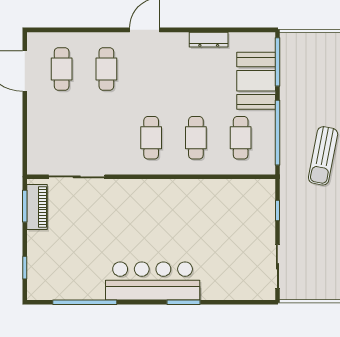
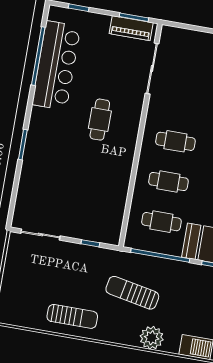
cafe table: (142, 224) -> (100, 120), added
bar counter: (153, 281) -> (56, 65), moved

